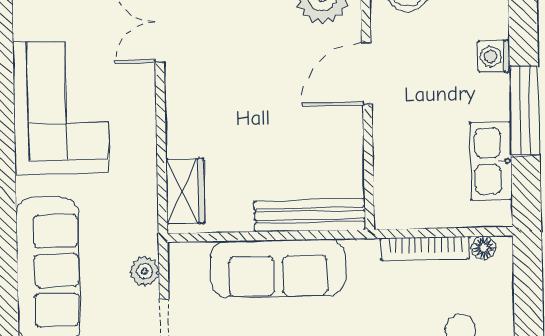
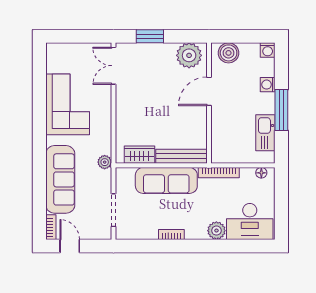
wardrobe: (185, 191) -> (139, 155), moved, turned -90
bookcase: (425, 248) -> (219, 173), moved
plant: (144, 271) -> (105, 162), moved

